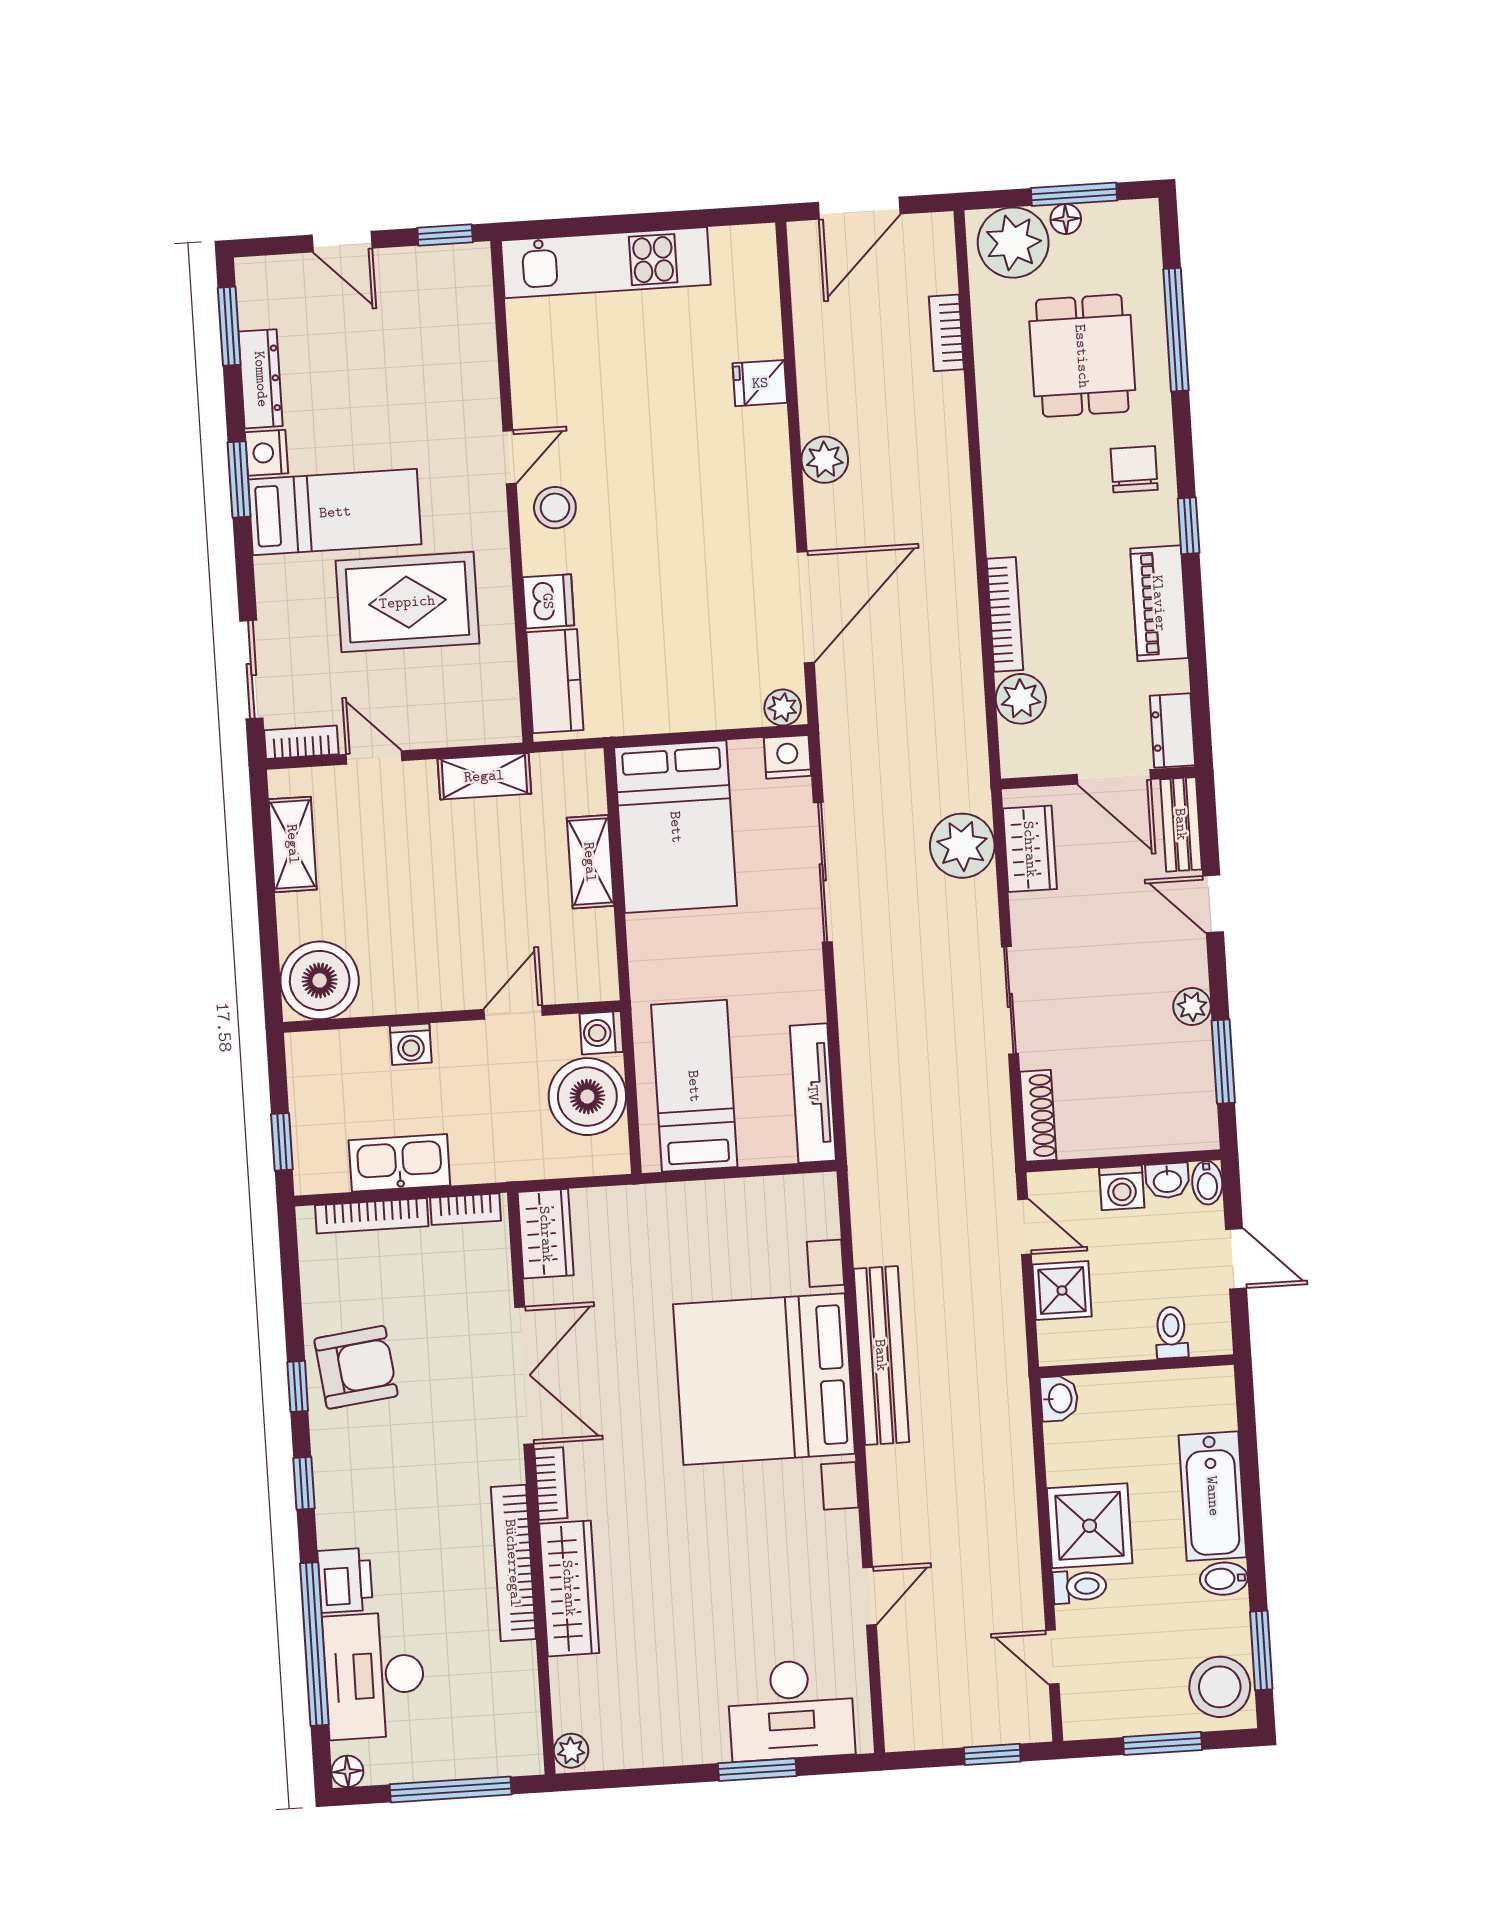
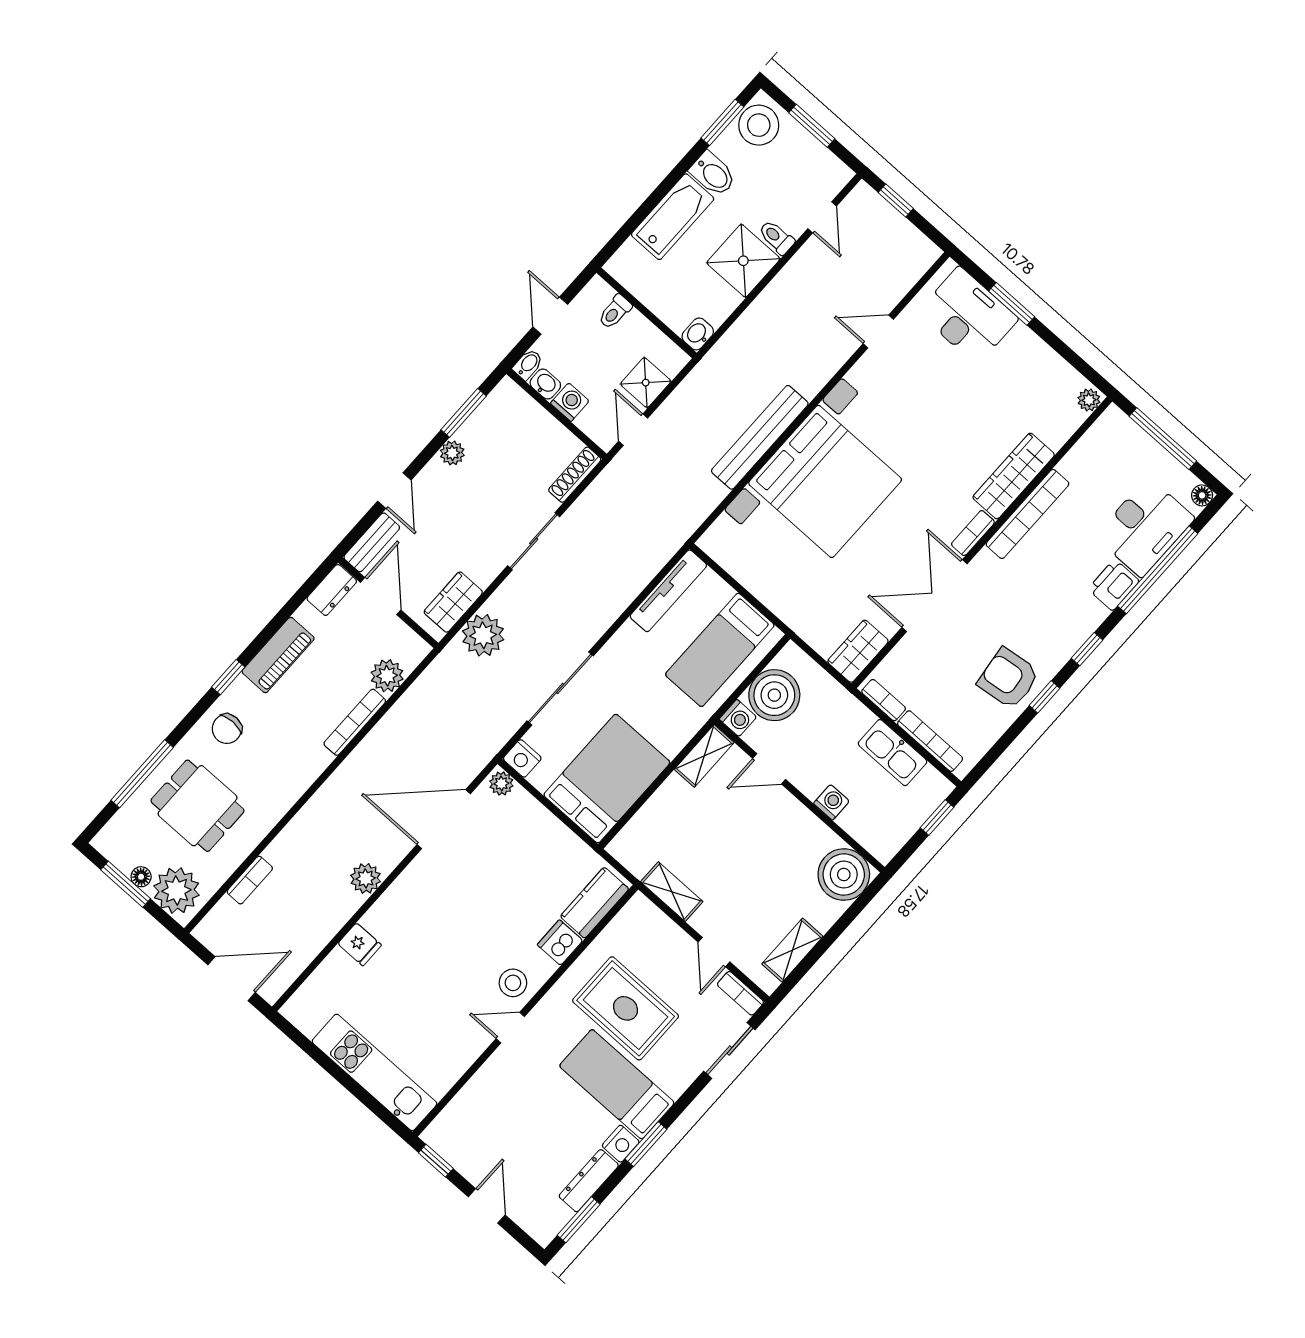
dining table: (1082, 356) -> (198, 806), turned 90
shelving: (590, 862) -> (704, 756), moved
bidet: (1224, 1579) -> (713, 174), width x1.38, depth x1.36

